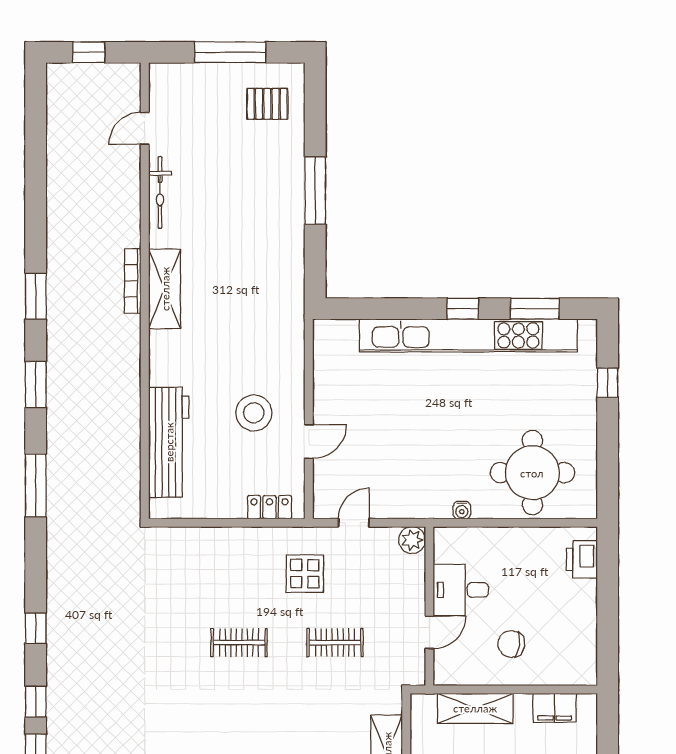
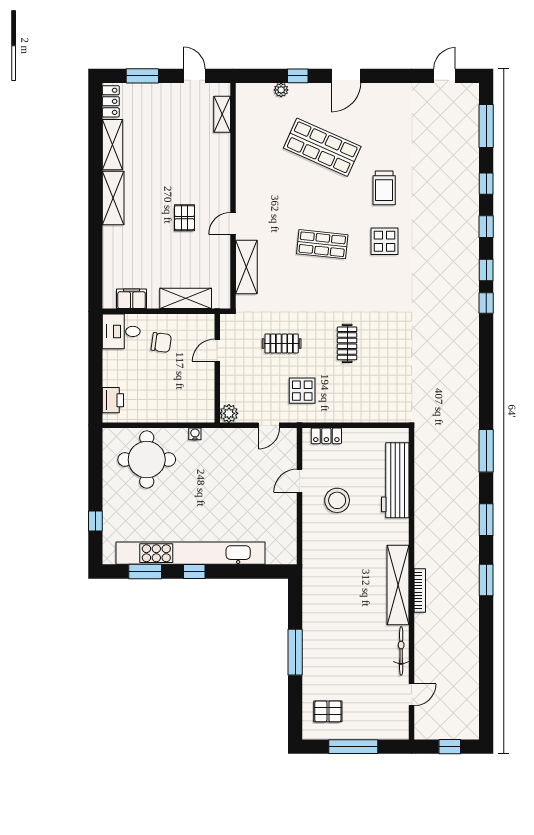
shelving: (165, 289) -> (398, 585), width x1.47
desk: (461, 590) -> (121, 331), moved, turned 180
window: (36, 628) -> (486, 353), removed
clothes rail: (239, 643) -> (347, 343), turned 90

